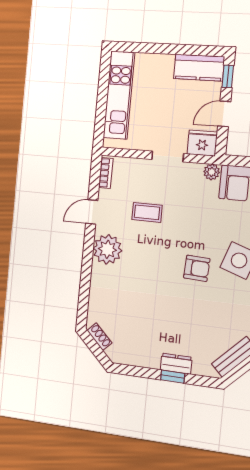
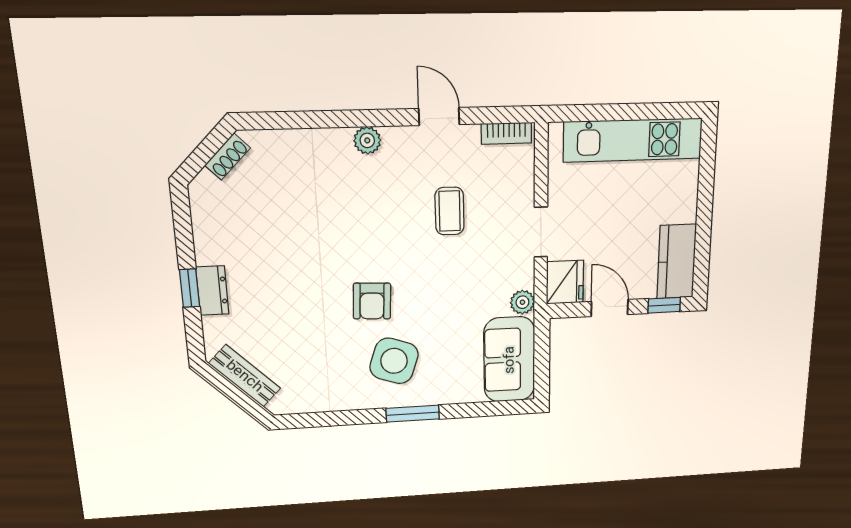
plant: (107, 249) -> (367, 140), width x0.53, depth x0.53

